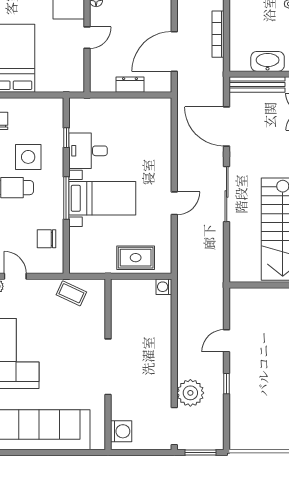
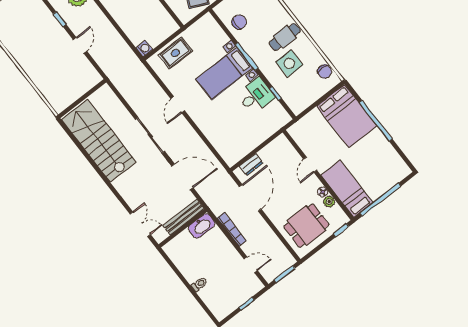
washbasin: (268, 61) -> (202, 226), moved
dresser: (130, 85) -> (251, 164), moved

